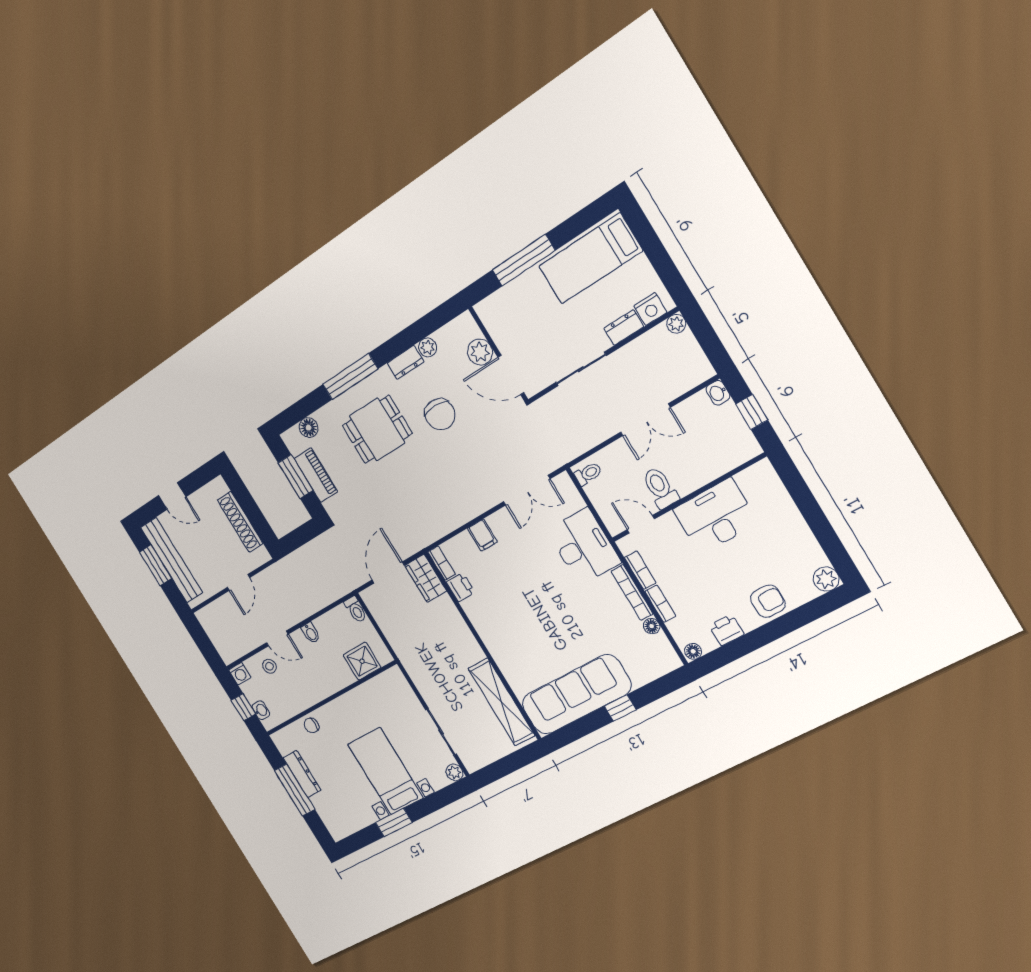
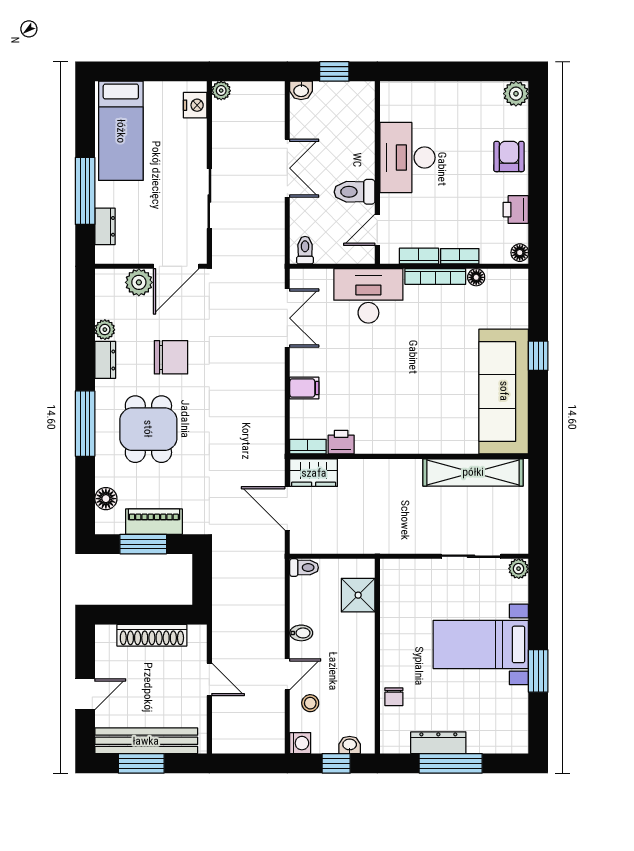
dresser: (624, 328) -> (105, 226), moved, turned 180

